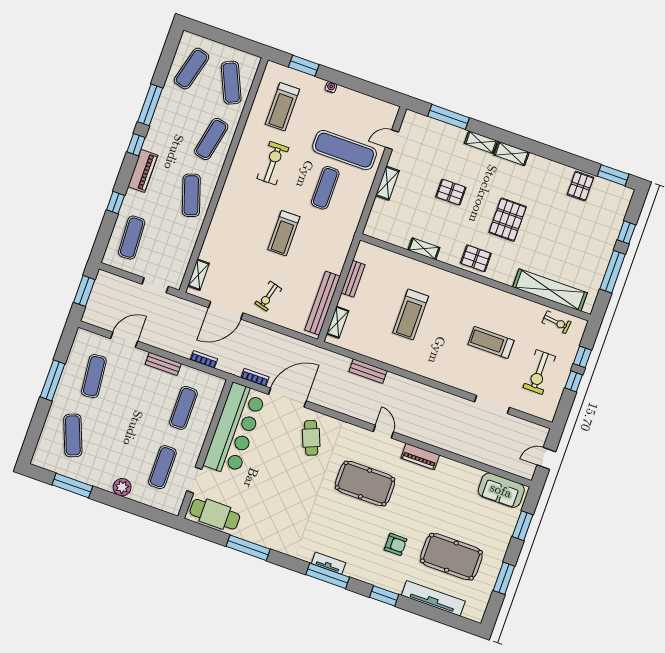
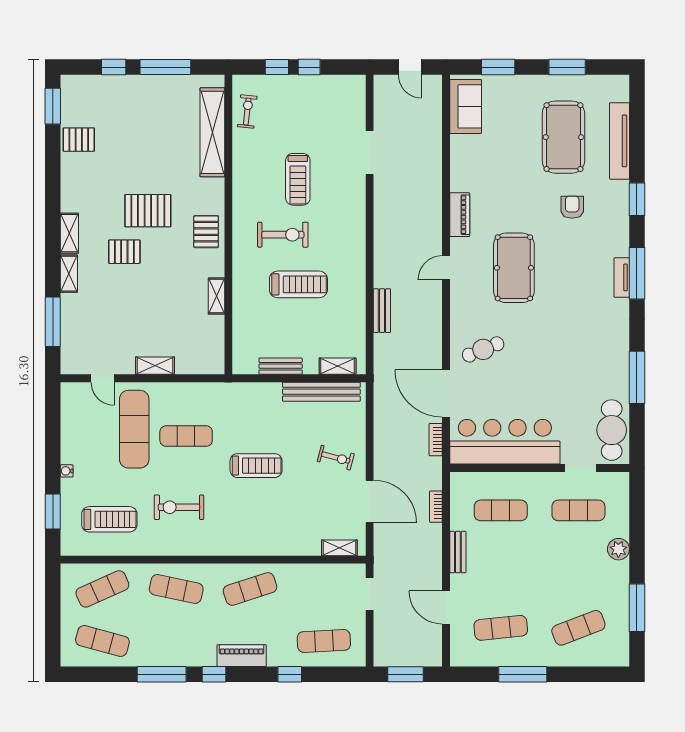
pallet: (451, 192) -> (124, 252), moved, turned 90
exercise bike: (539, 372) -> (283, 235), moved

